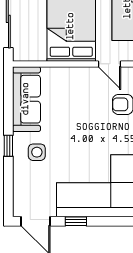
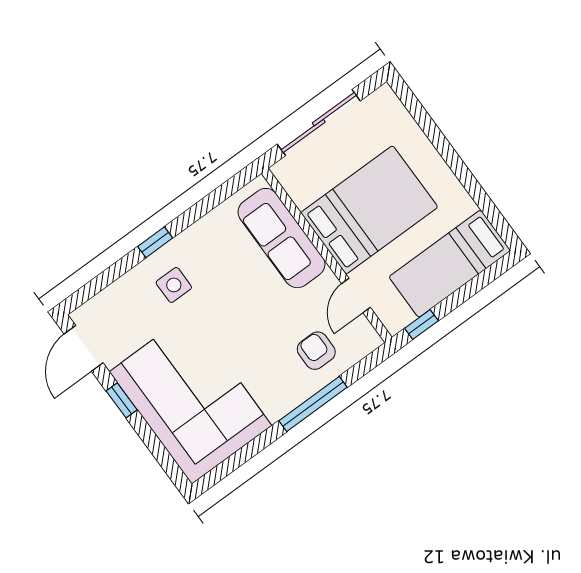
sofa: (26, 99) -> (282, 238), moved, turned 90

